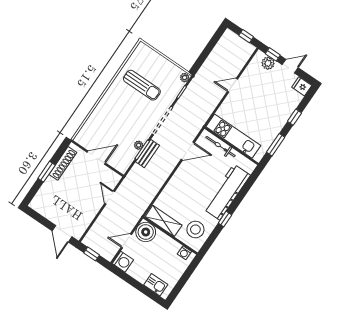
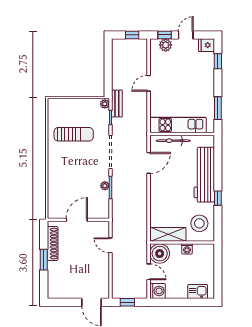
window: (294, 117) -> (218, 61), moved
bench: (147, 154) -> (117, 104), moved
door: (126, 241) -> (149, 272), swing flipped
washing machine: (184, 253) -> (187, 249), moved

